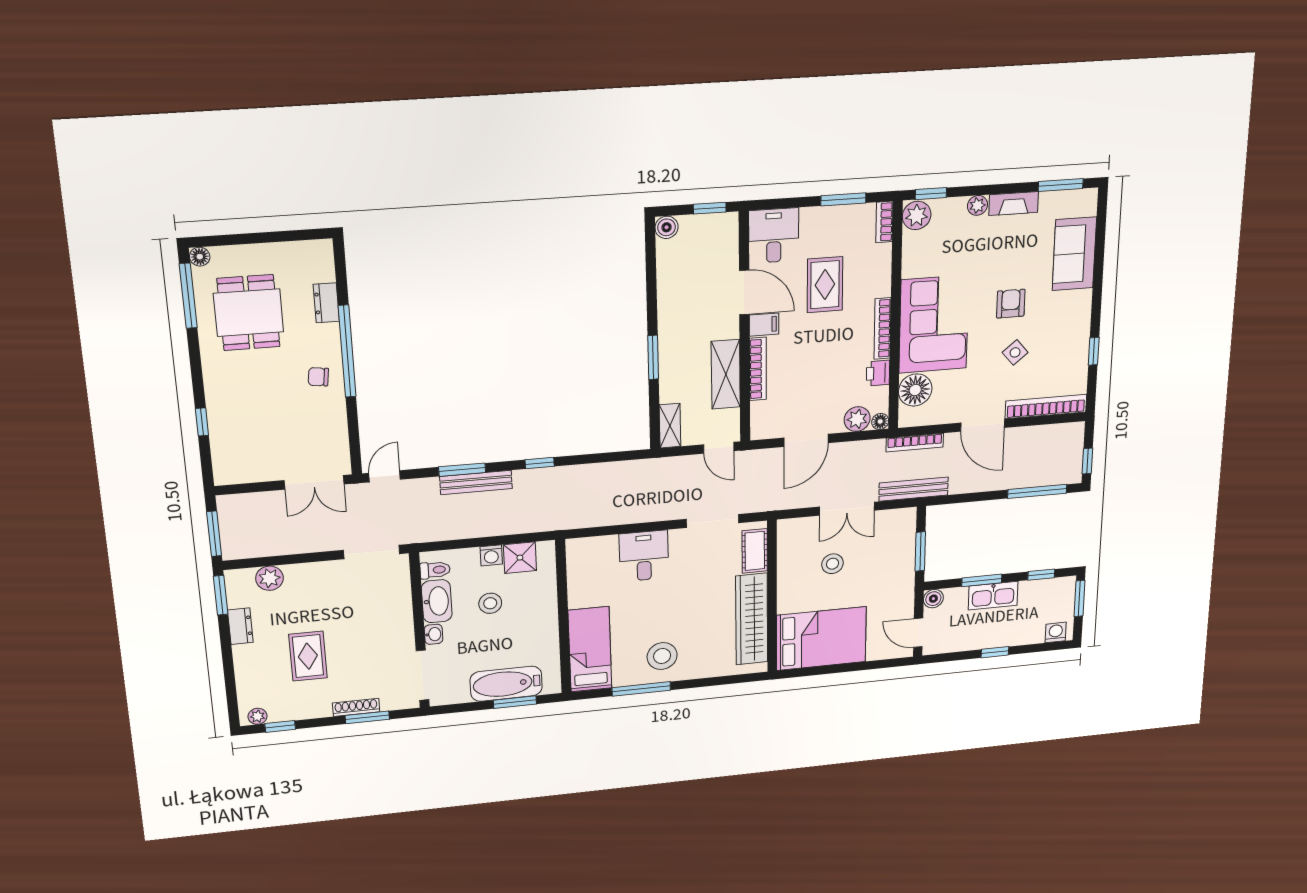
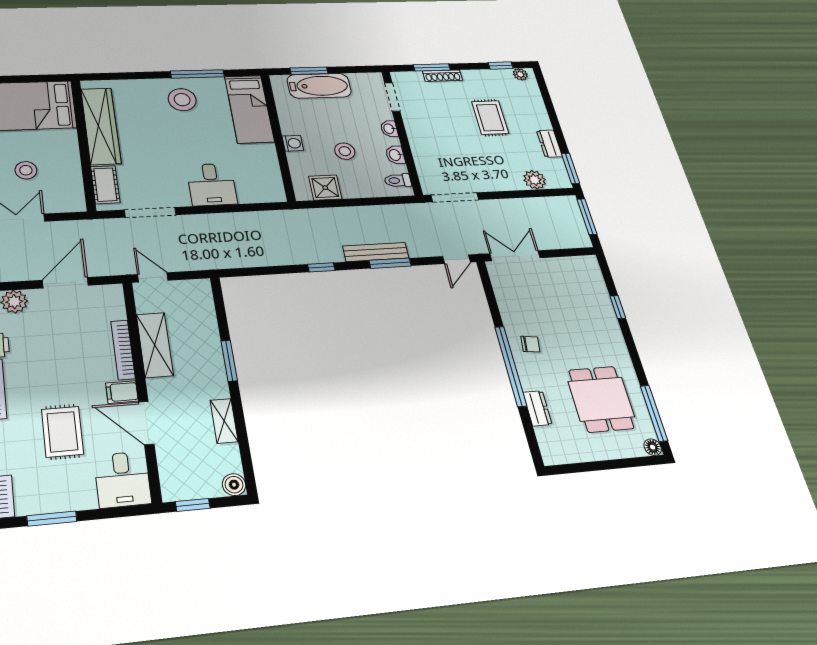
shelving: (670, 426) -> (224, 421), moved
washing machine: (491, 555) -> (293, 143), moved, turned 90
washbasin: (437, 601) -> (395, 155), width x0.52, depth x0.69
doorway: (423, 675) -> (392, 97), width x0.73

